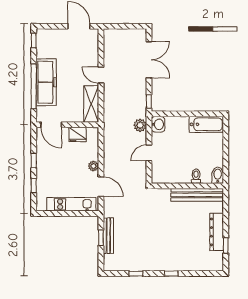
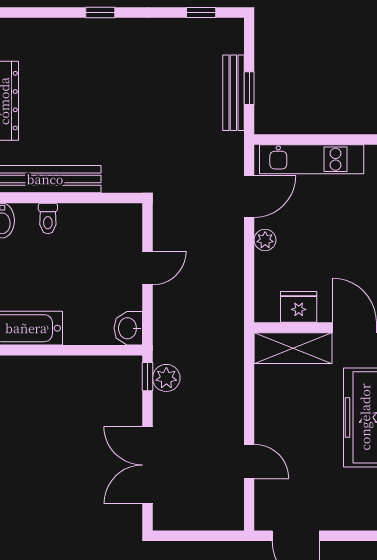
door: (101, 75) -> (249, 461), moved
shelving: (91, 104) -> (293, 348), moved, turned 90
plant: (140, 125) -> (166, 378), moved
door: (101, 187) -> (249, 196), swing flipped
window: (136, 274) -> (201, 13), moved

